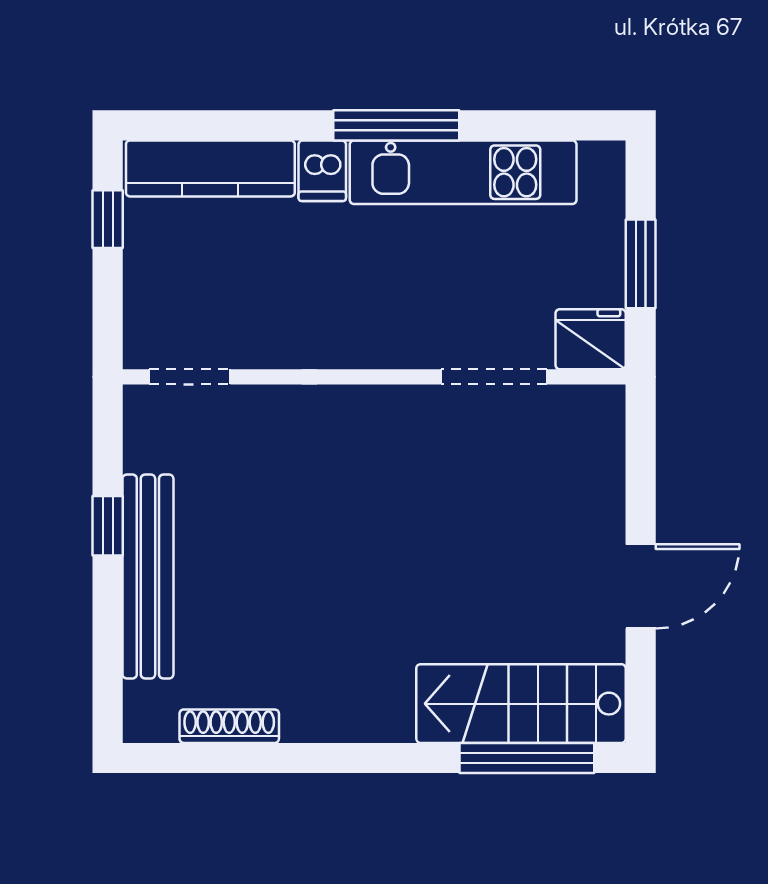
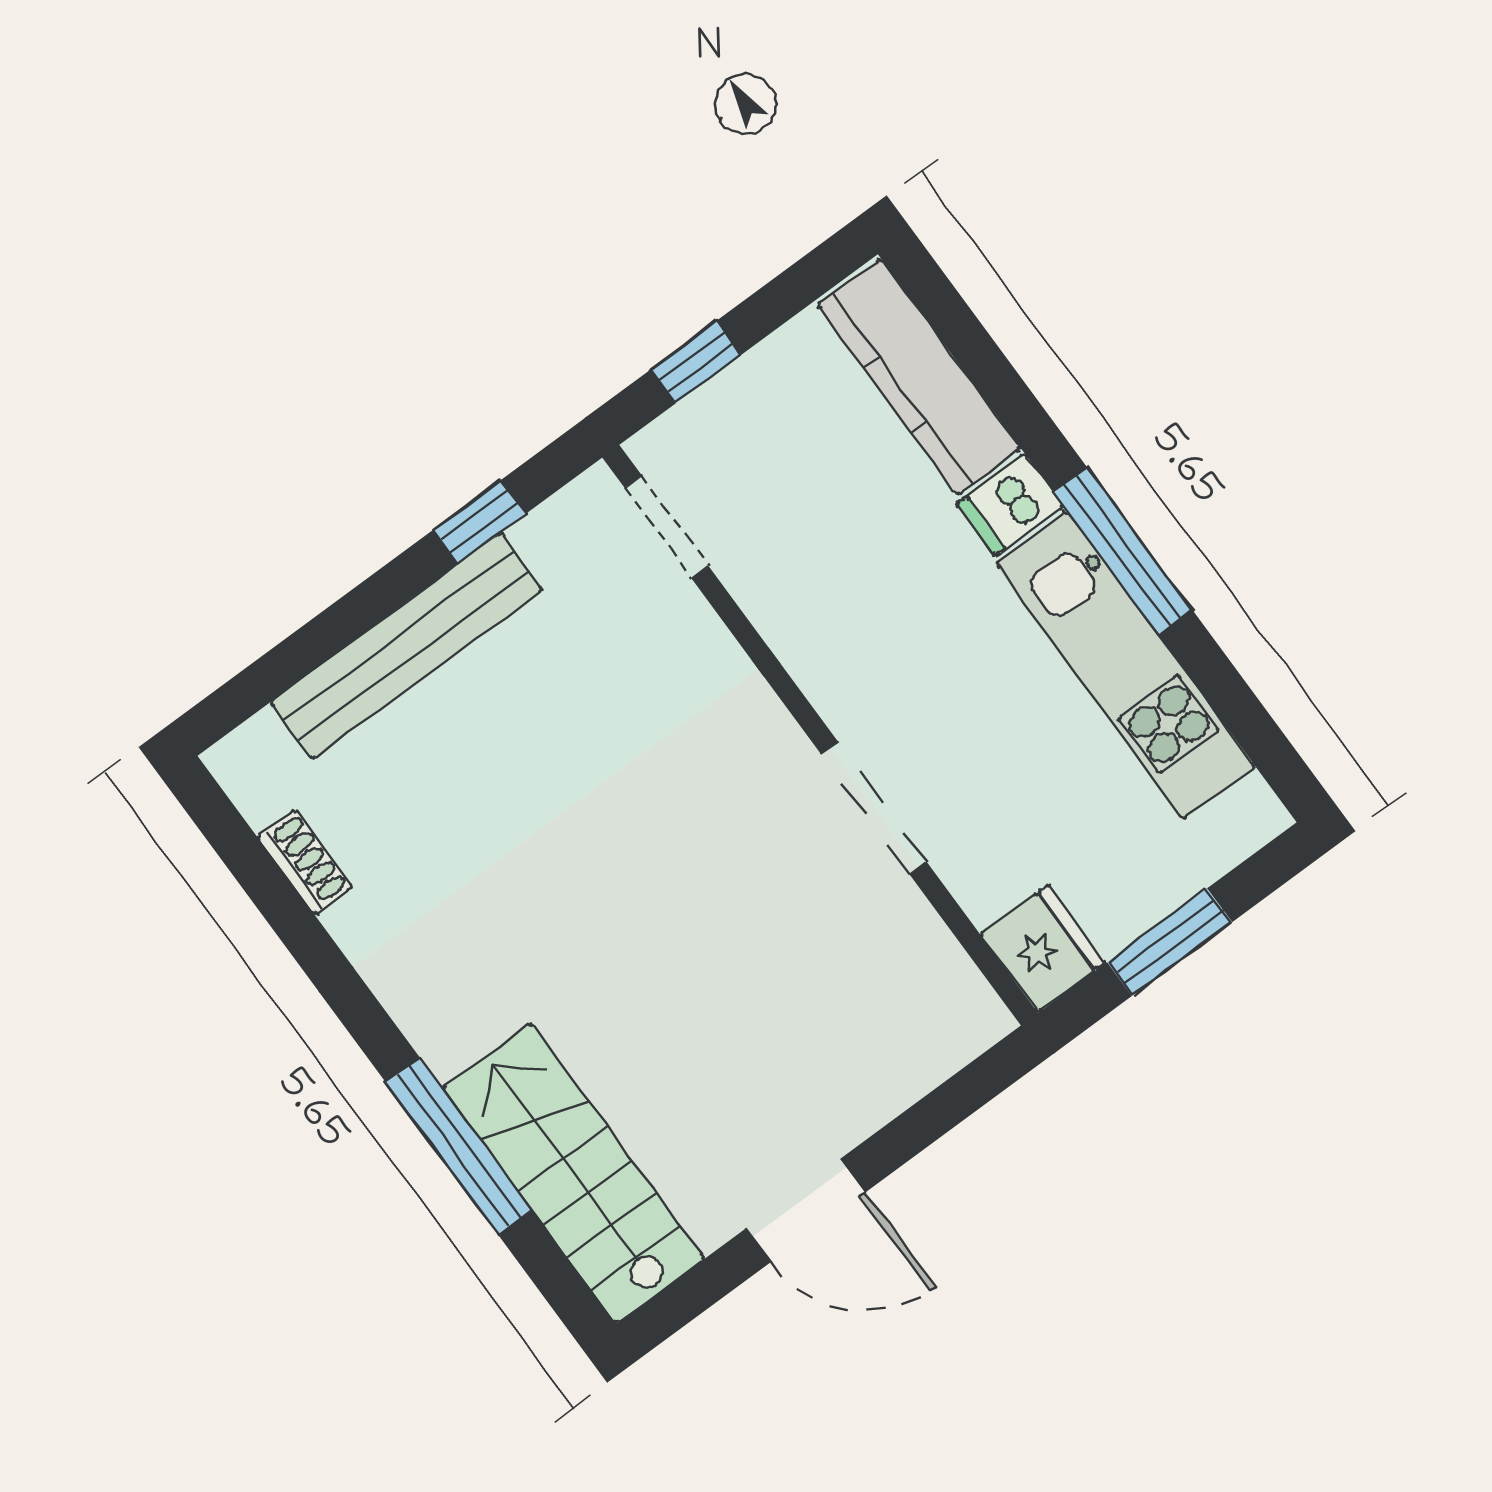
window: (108, 219) -> (696, 362), moved
doorway: (494, 377) -> (874, 808), moved
window: (108, 526) -> (479, 522), moved
shoe rack: (229, 726) -> (305, 862), width x0.70
window: (527, 758) -> (459, 1146), moved

